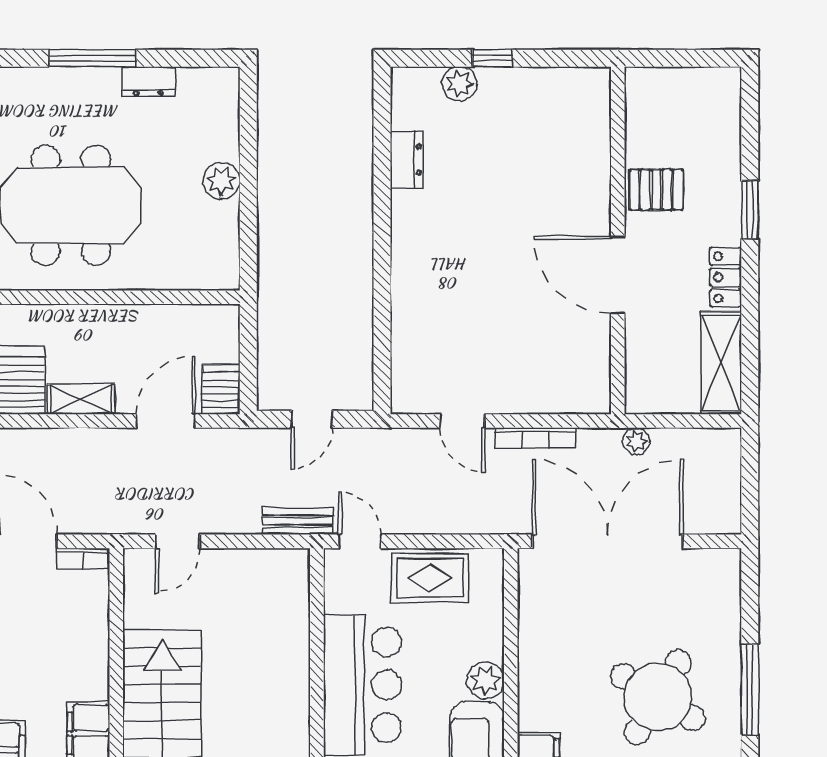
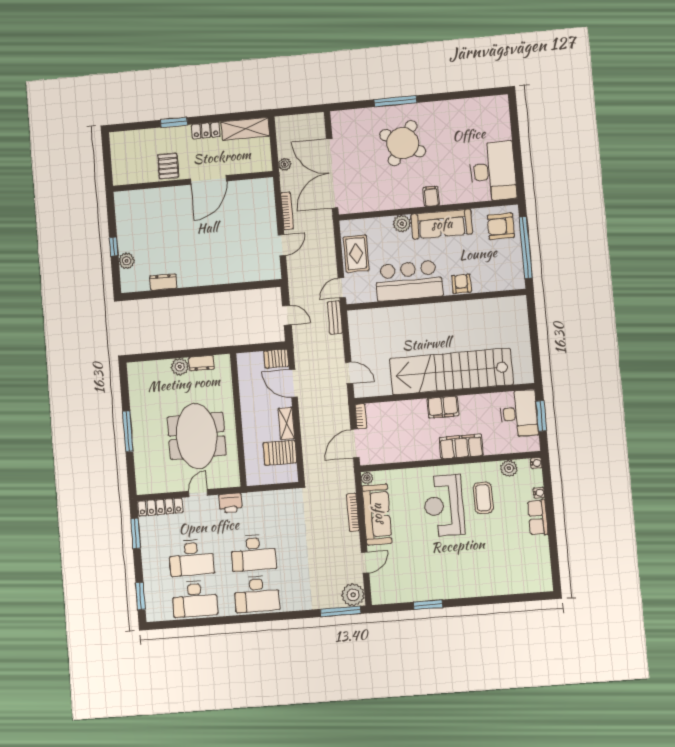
dresser: (148, 82) -> (202, 363), moved, turned 90

